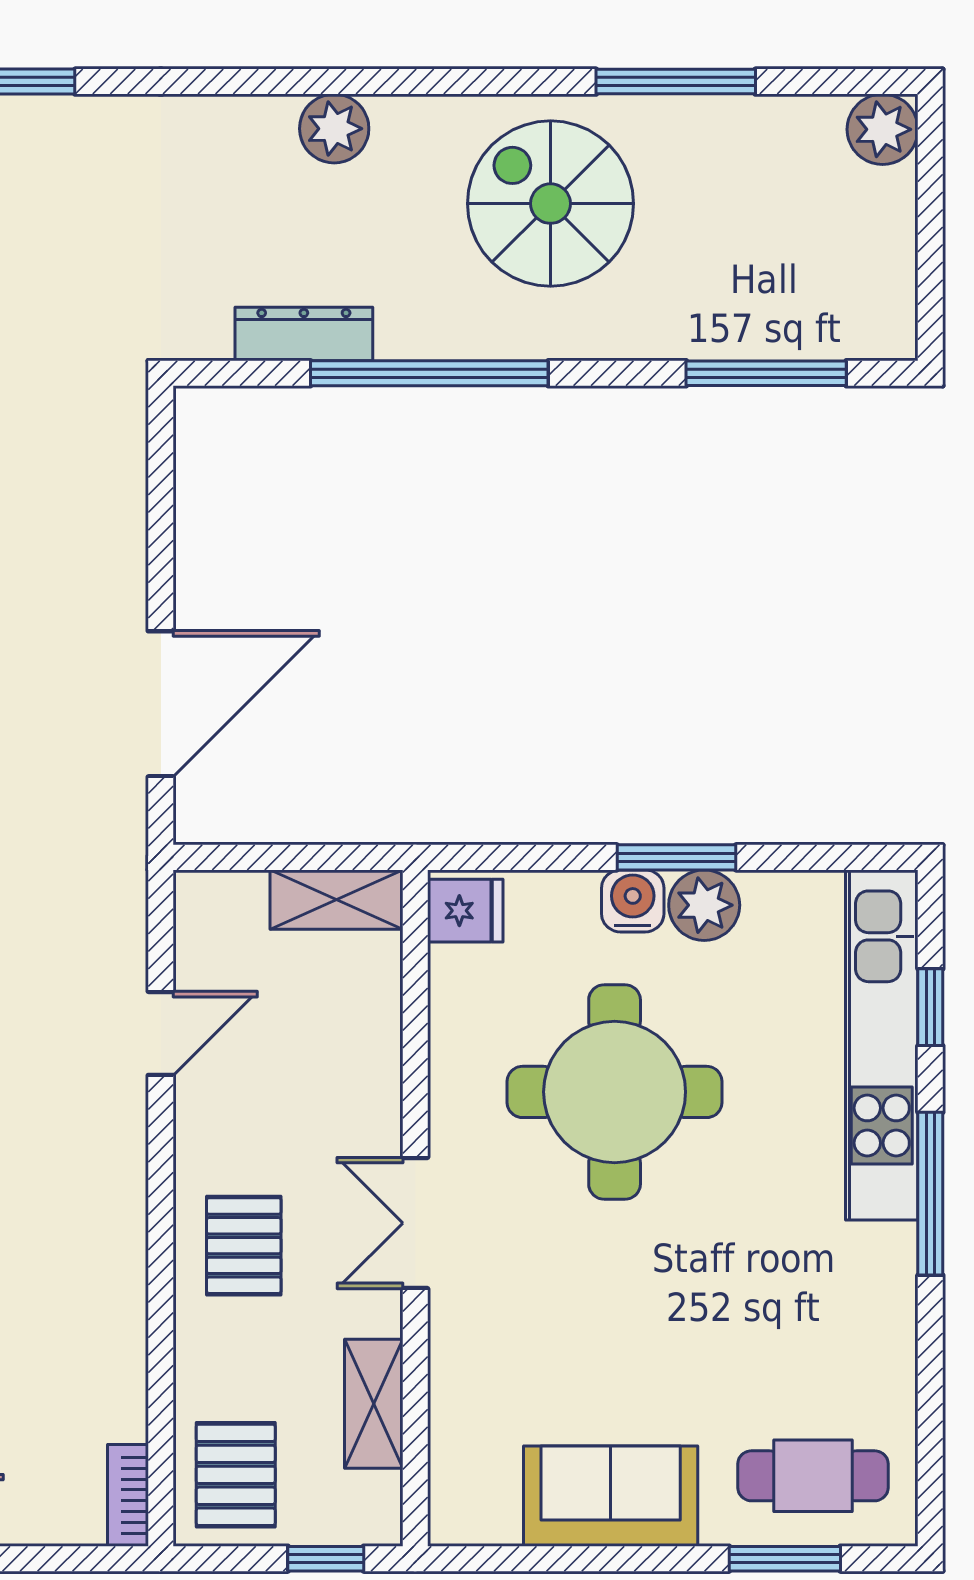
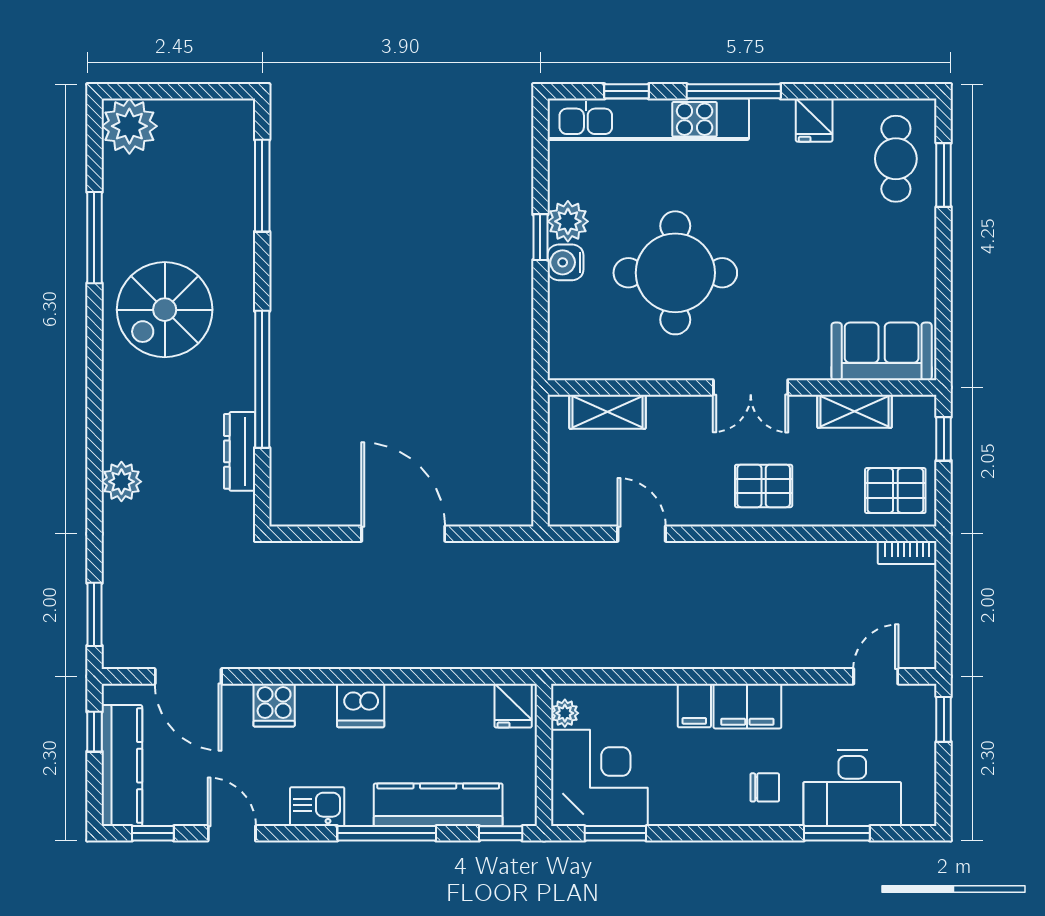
plant: (334, 129) -> (121, 482), moved
plant: (883, 129) -> (129, 126), width x1.36, depth x1.36
door: (161, 704) -> (403, 534), moved
window: (676, 857) -> (540, 237), width x0.67
shelving: (336, 900) -> (608, 412), moved, turned 90
fridge: (465, 911) -> (814, 120), moved, turned 180
sofa: (611, 1496) -> (882, 351), moved, turned 90

